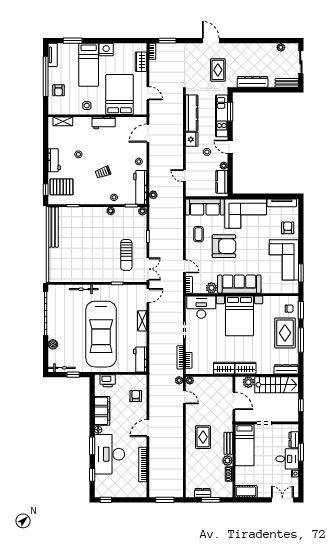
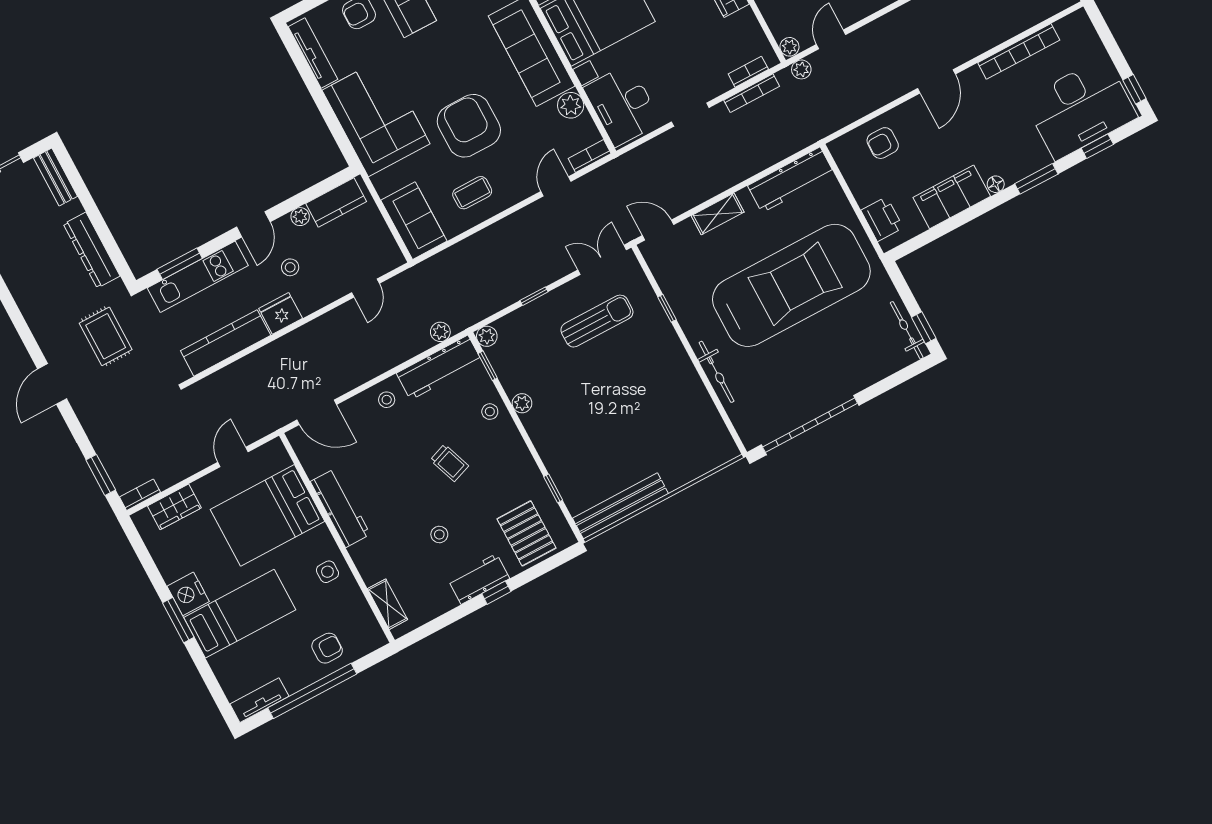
window: (73, 41) -> (178, 620), moved
rug: (218, 70) -> (106, 336), turned 90
workbench: (104, 123) -> (340, 508), width x1.38
window: (46, 190) -> (496, 593), moved
sofa: (205, 207) -> (414, 221), width x0.73
boiler: (53, 344) -> (867, 375), removed
workbench: (140, 360) -> (791, 180), width x1.38
window: (73, 375) -> (924, 328), moved
door: (148, 428) -> (937, 81), hinge flipped
desk: (110, 454) -> (1080, 108), moved

